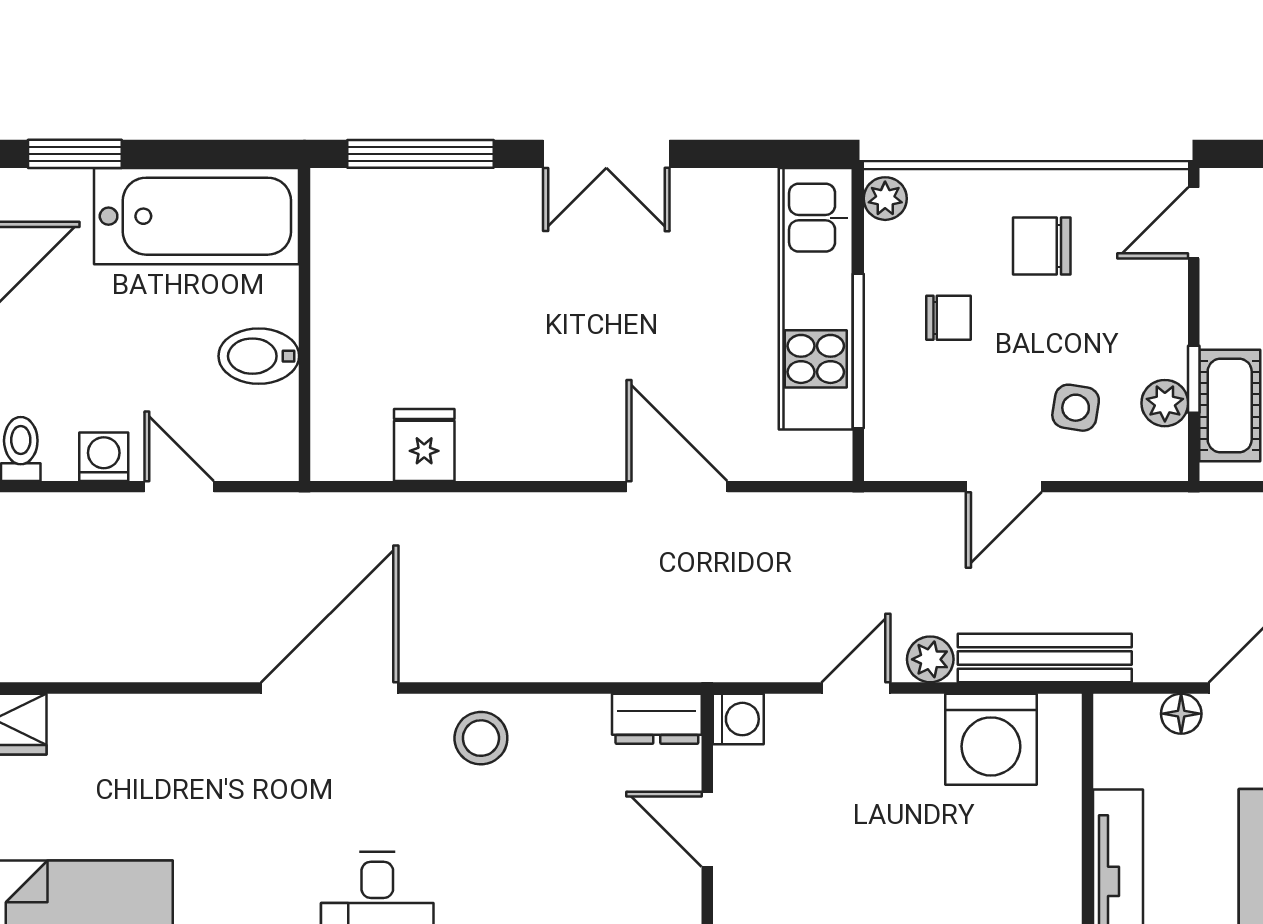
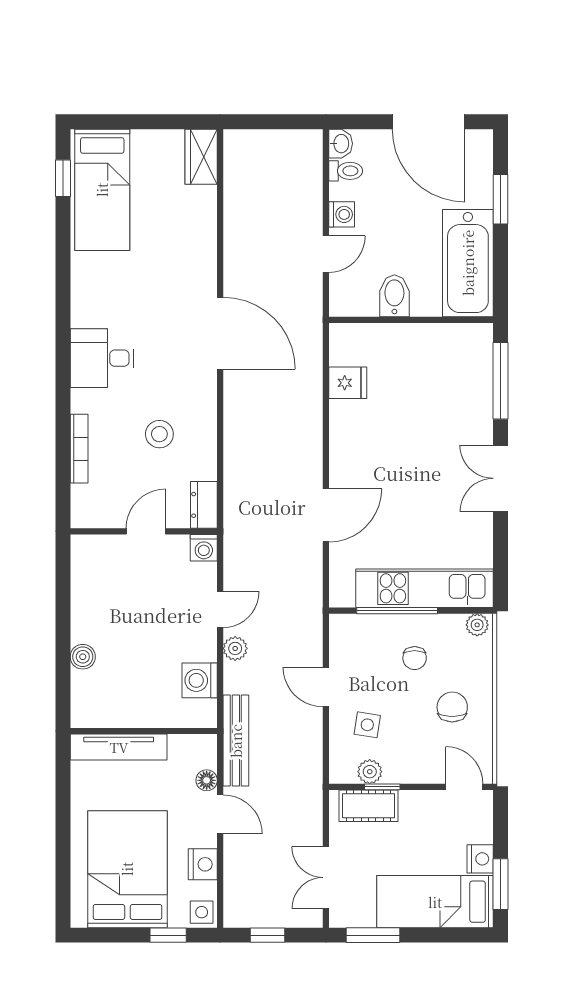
bench: (1045, 658) -> (236, 741), moved
door: (856, 688) -> (220, 610), hinge flipped
stool: (481, 738) -> (159, 434), moved
washing machine: (991, 739) -> (200, 680), width x0.73, depth x0.73

